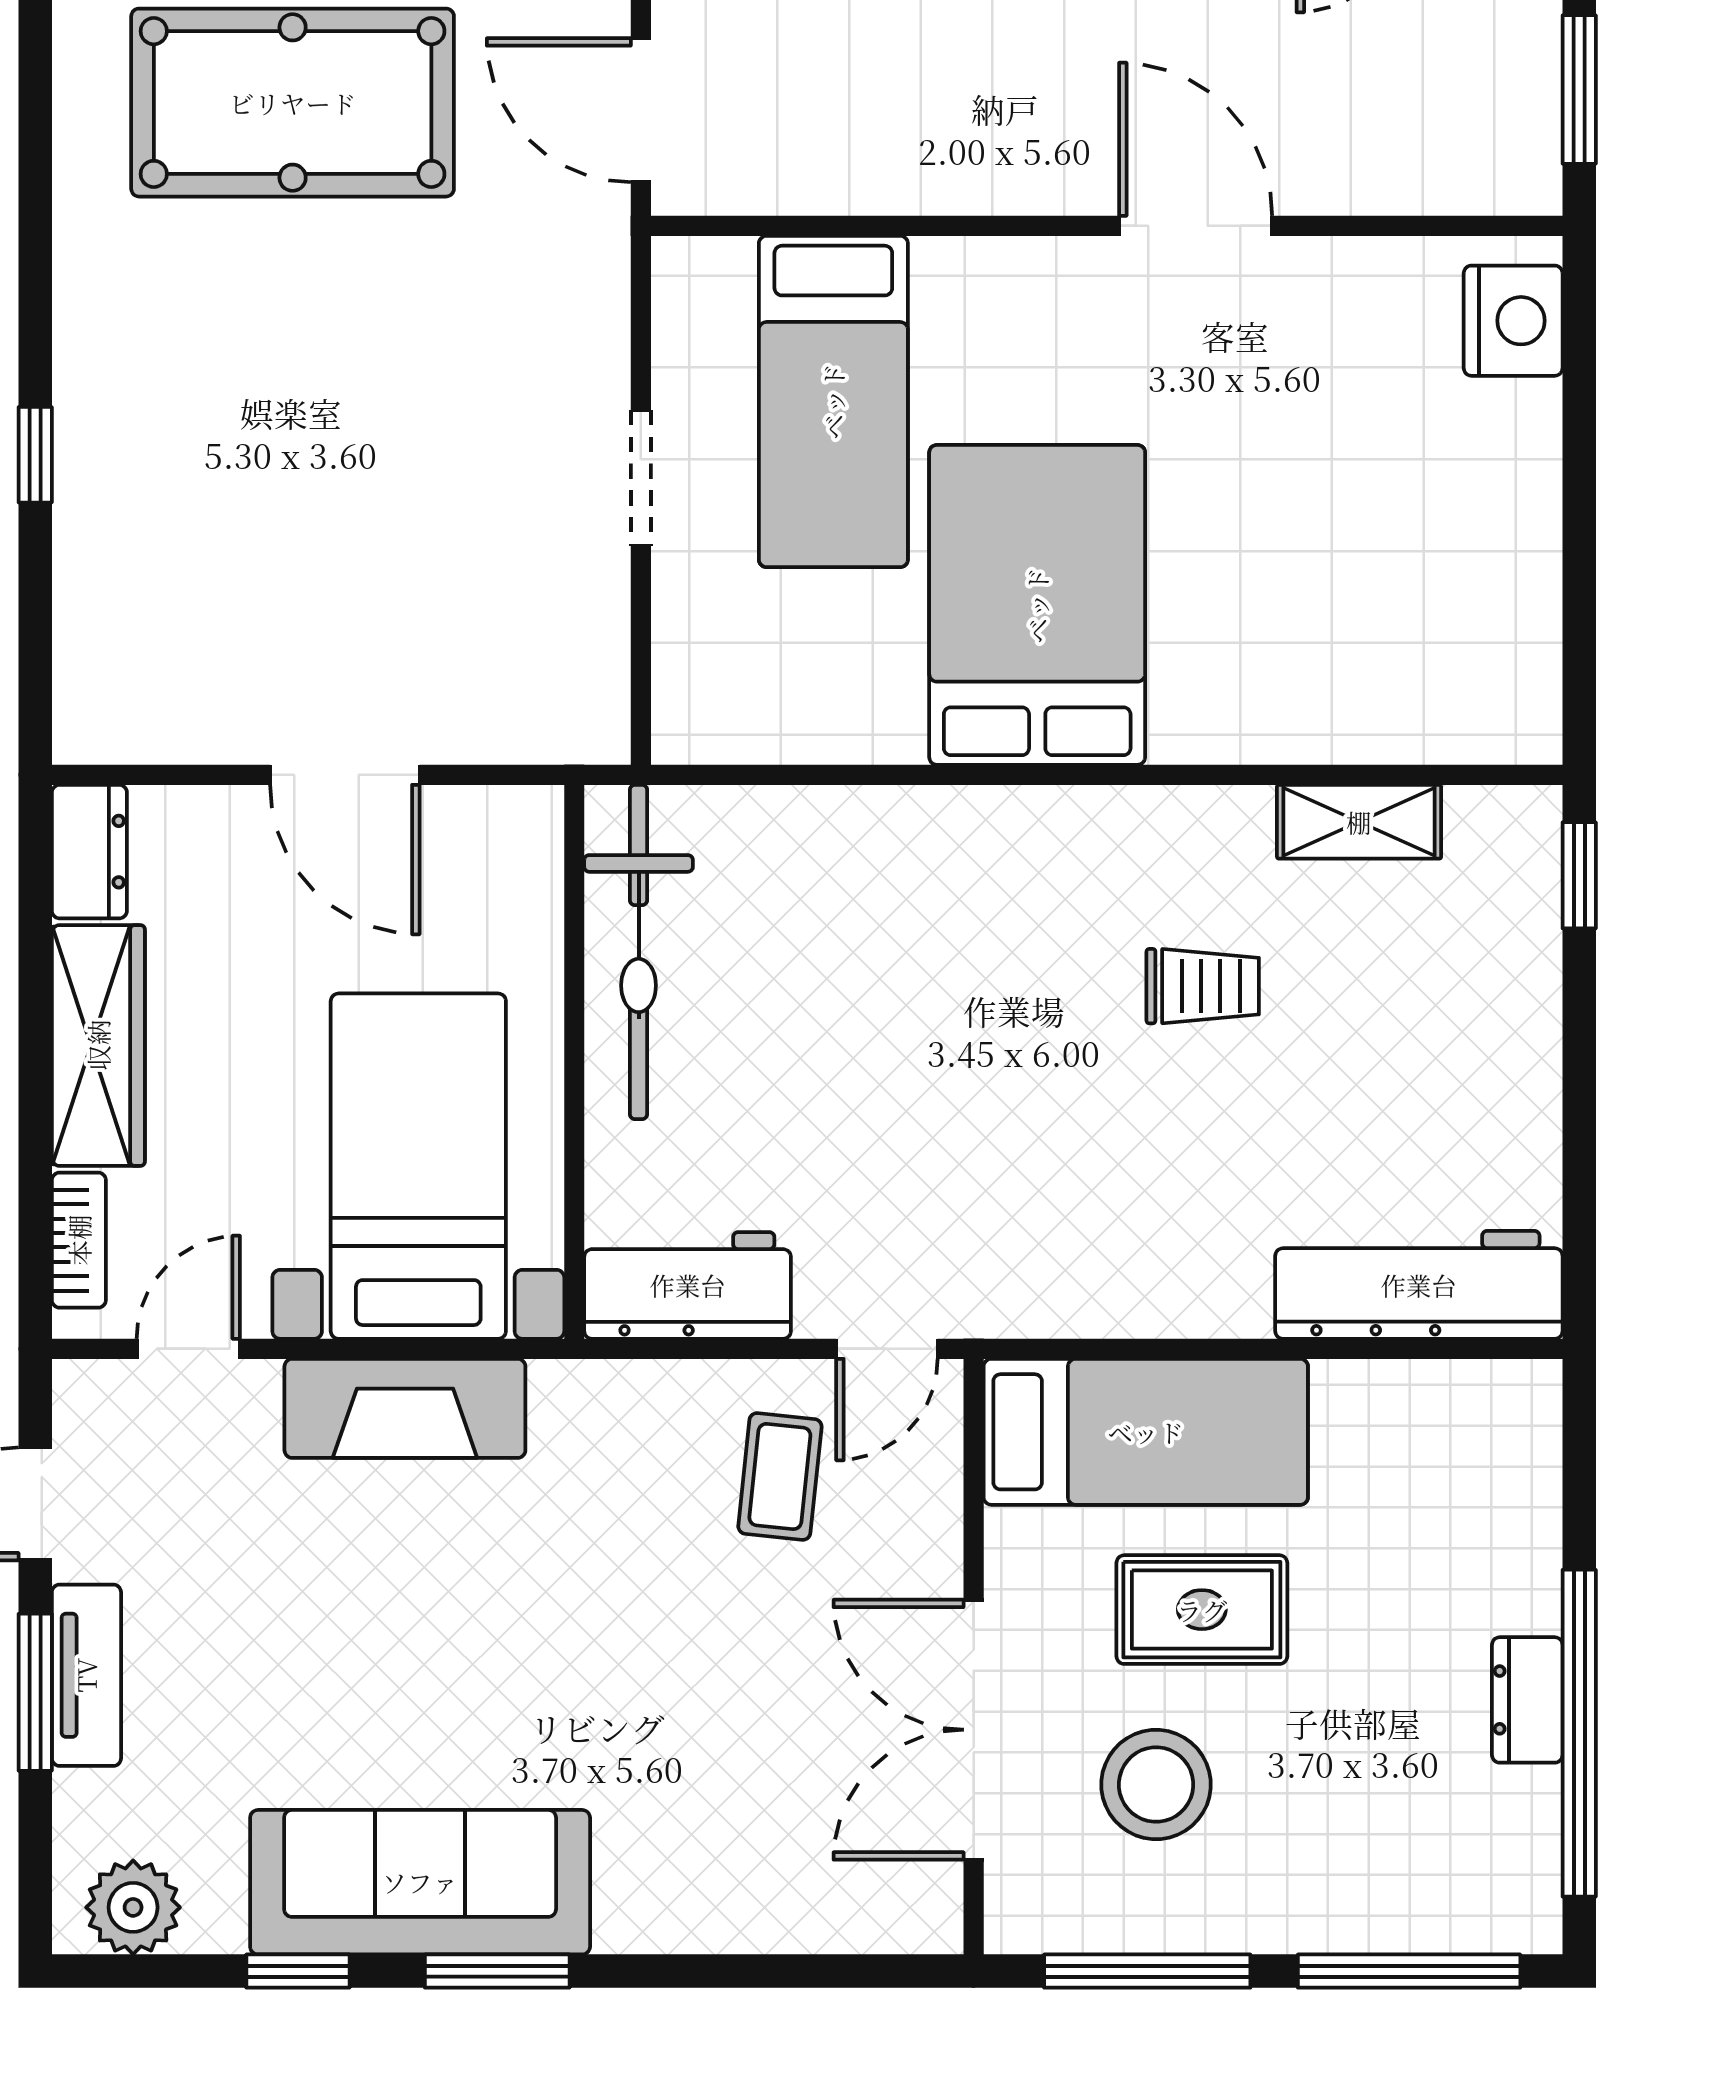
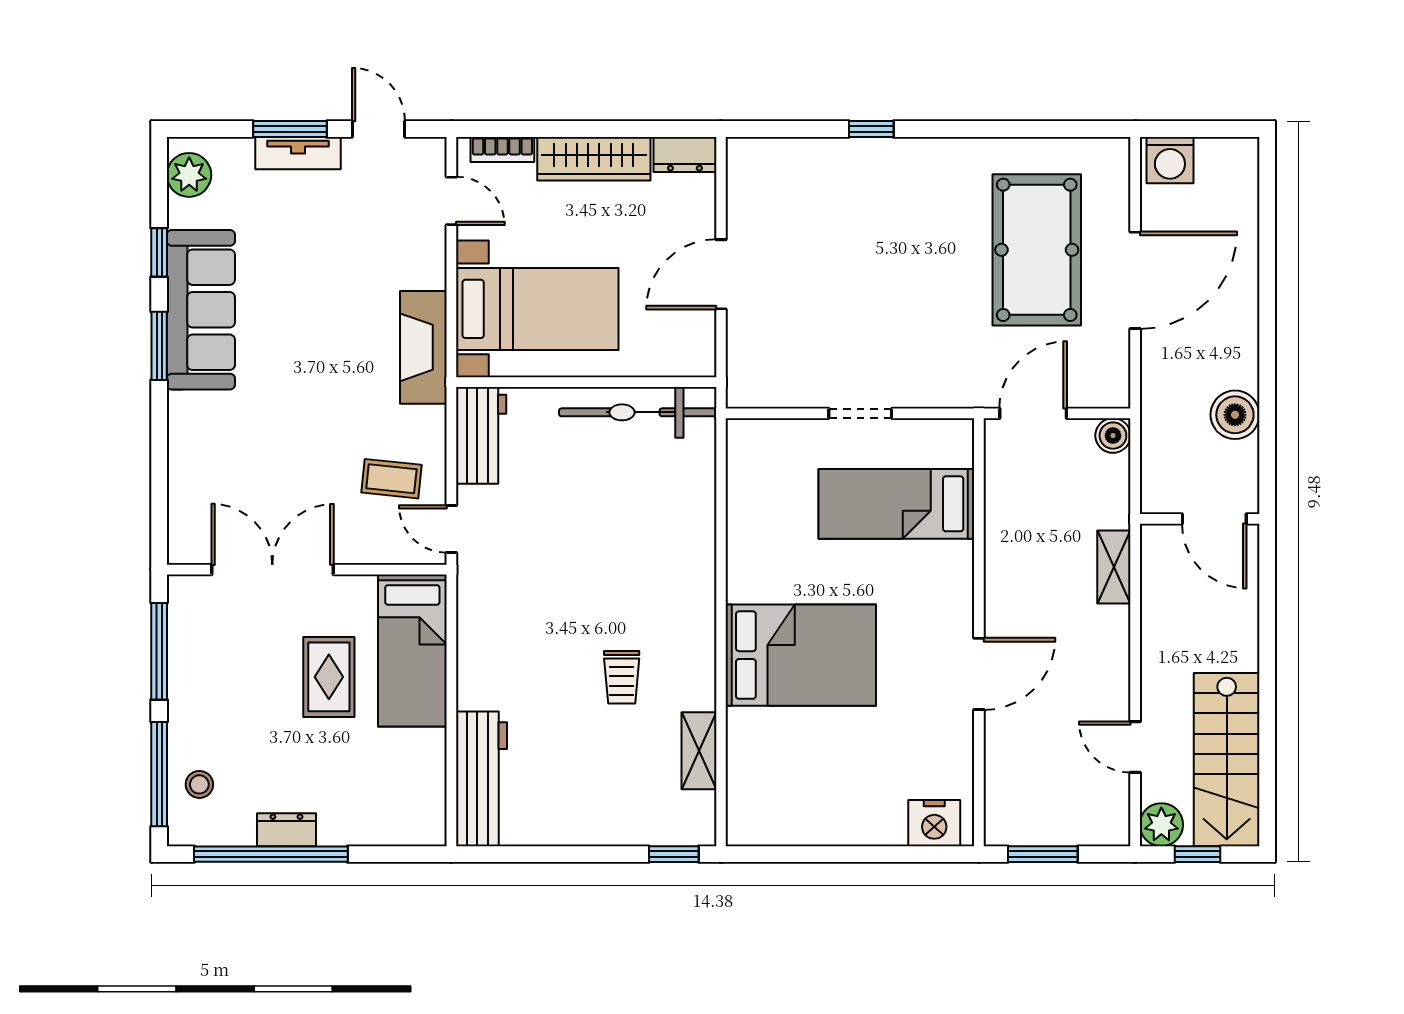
bed: (1037, 605) -> (801, 655), moved
fireplace: (405, 1408) -> (423, 347), moved
stool: (1156, 1785) -> (199, 784), moved, width x0.53, depth x0.53

